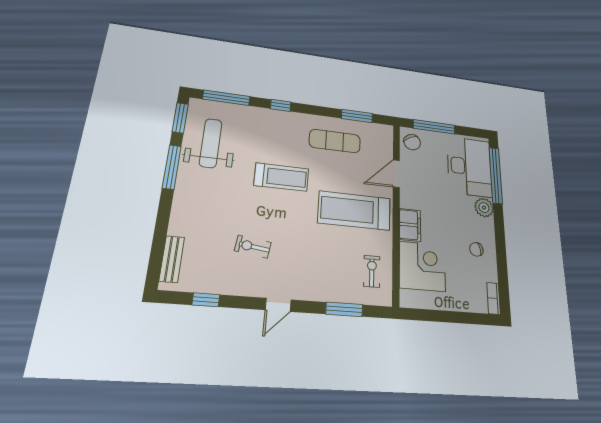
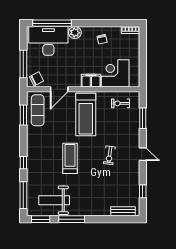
exercise mat: (335, 141) -> (38, 110), moved
door: (396, 174) -> (59, 89), hinge flipped
exercise bike: (253, 247) -> (109, 155), moved

